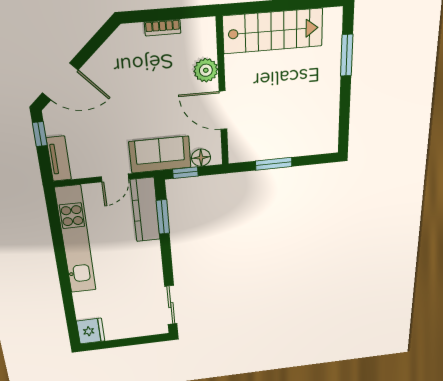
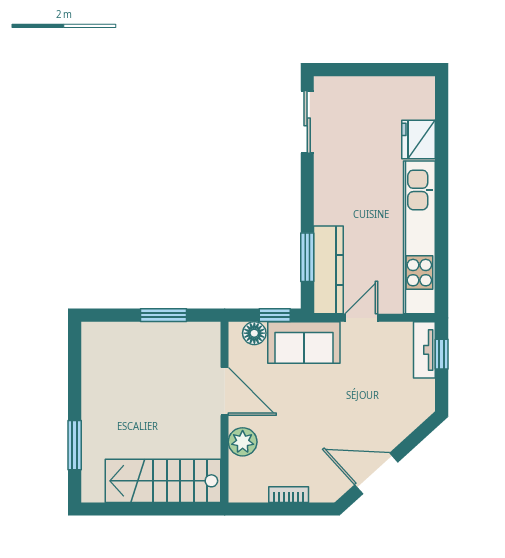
door: (60, 81) -> (376, 473), moved
window: (40, 134) -> (442, 354), moved
fridge: (91, 331) -> (419, 139), moved

